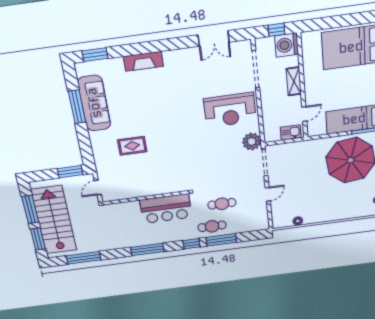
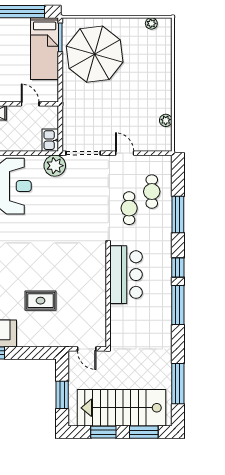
kitchen sink: (291, 133) -> (50, 140), moved
rug: (132, 146) -> (40, 301), turned 90
window: (70, 172) -> (62, 395), moved
window: (30, 209) -> (103, 432), width x0.69
cafe table: (212, 226) -> (152, 192), moved
window: (191, 244) -> (178, 267), moved

